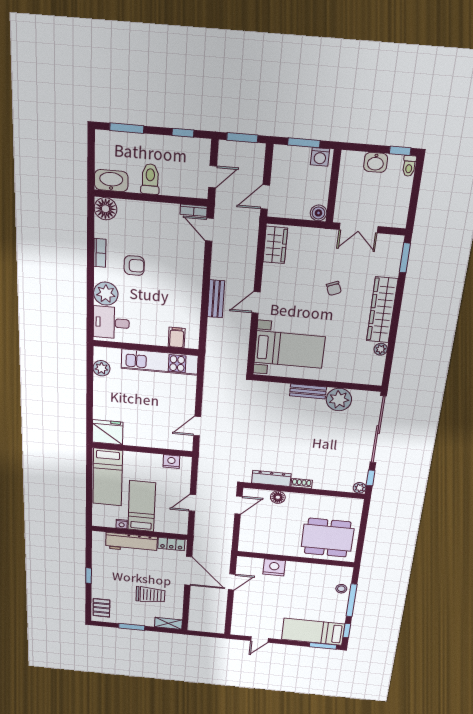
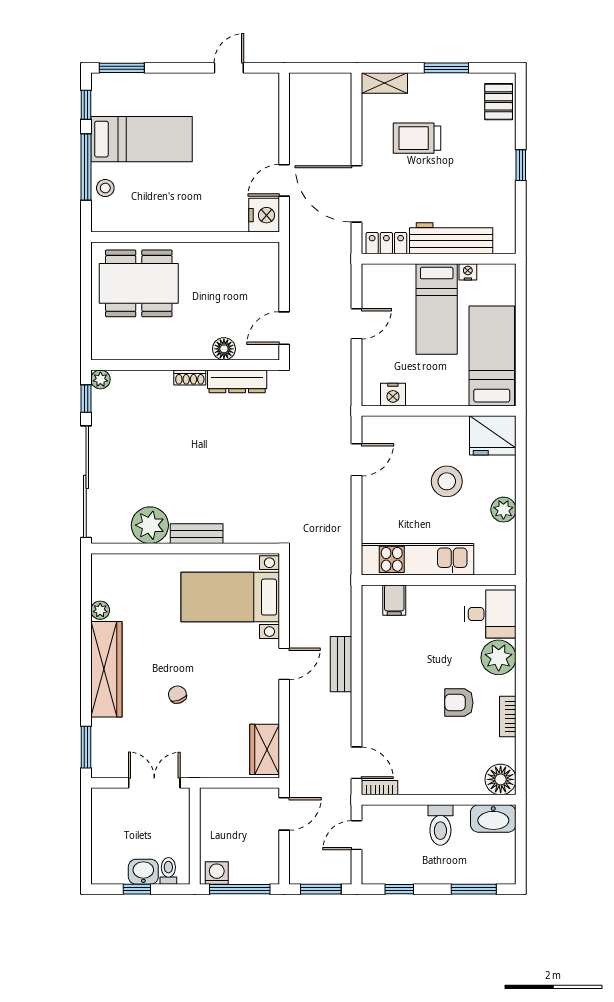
window: (304, 143) -> (240, 889), width x1.44
window: (400, 151) -> (137, 889), moved
toilet: (409, 166) -> (168, 871), moved
boiler: (318, 213) -> (210, 799), removed
plant: (101, 368) -> (503, 510), moved
stool: (138, 408) -> (447, 481), added
nightstand: (274, 567) -> (264, 215), moved, turned -90
bed: (313, 632) -> (141, 139), moved

